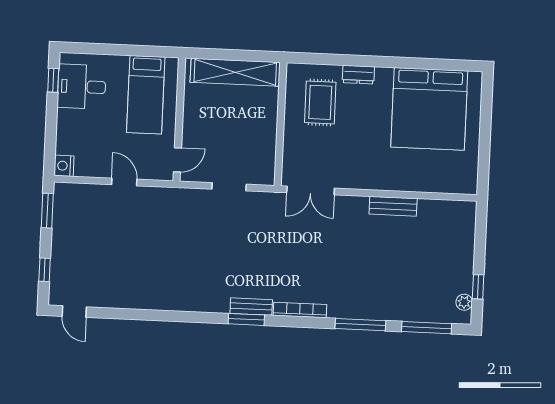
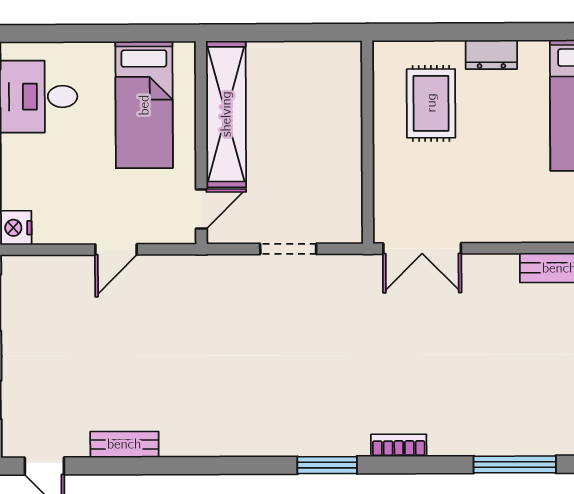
shelving: (235, 72) -> (226, 114), moved, turned 90
door: (124, 182) -> (116, 249), swing flipped
bench: (251, 307) -> (124, 444), moved
bookcase: (300, 310) -> (399, 445), width x0.64

